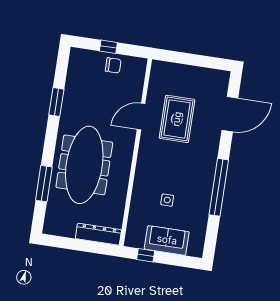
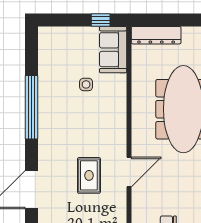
rug: (177, 119) -> (89, 175), width x0.73, depth x0.70
sofa: (167, 240) -> (113, 50), moved, turned 90

